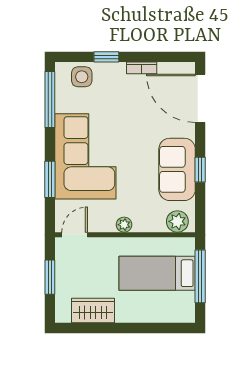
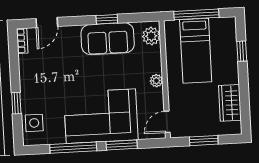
bookcase: (142, 68) -> (22, 41), moved
door: (200, 98) -> (47, 23), width x0.53
window: (50, 99) -> (73, 148), moved
door: (75, 235) -> (167, 122), hinge flipped
window: (154, 328) -> (242, 51), added

